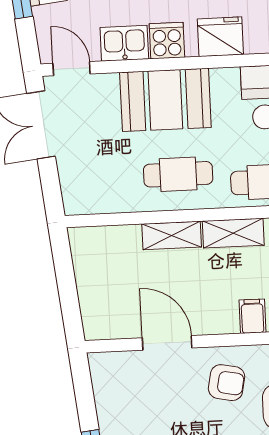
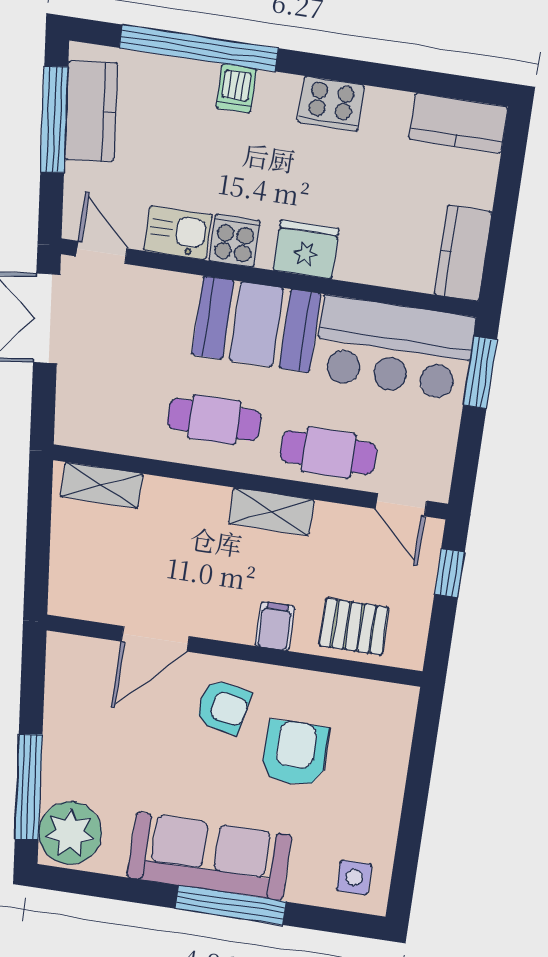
booth: (165, 100) -> (257, 324), moved
shelving: (172, 236) -> (102, 485), moved
door: (167, 343) -> (155, 639), swing flipped

